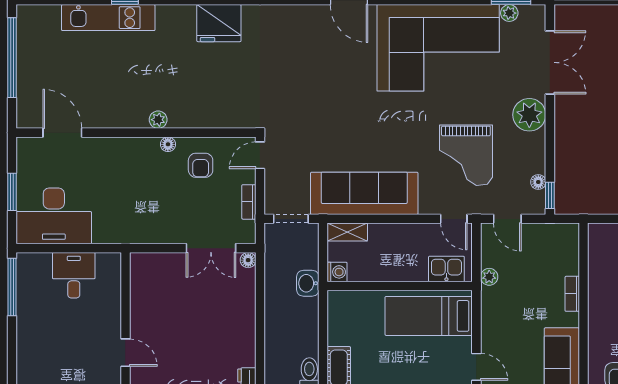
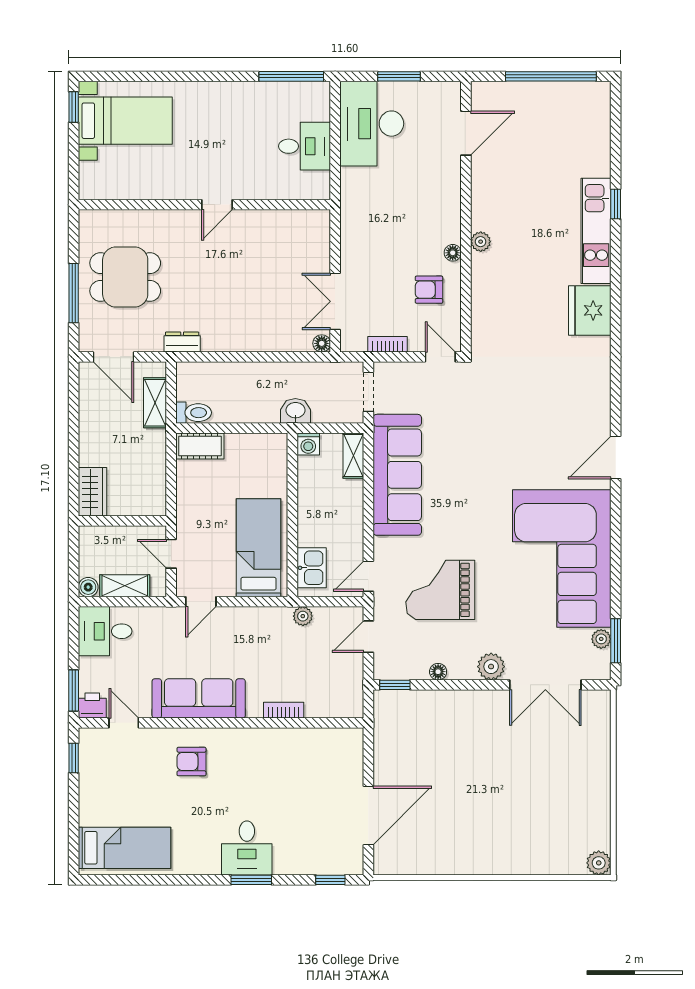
kitchen unit: (108, 18) -> (596, 231), moved
plant: (529, 115) -> (491, 667), width x0.73, depth x0.73
floor lamp: (538, 182) -> (438, 672), moved

